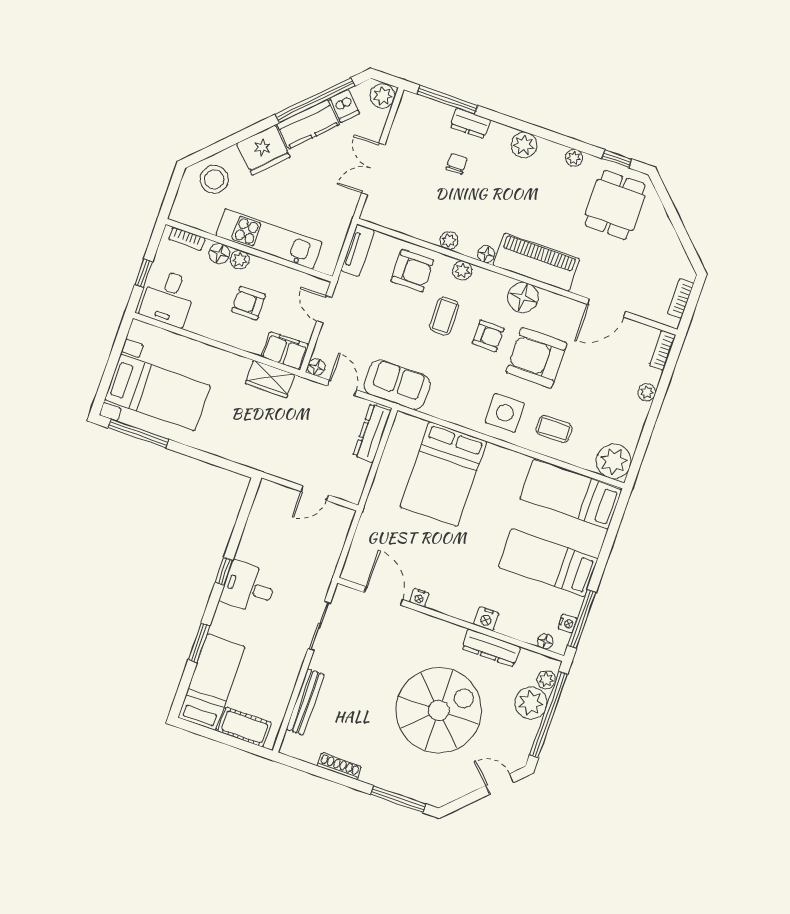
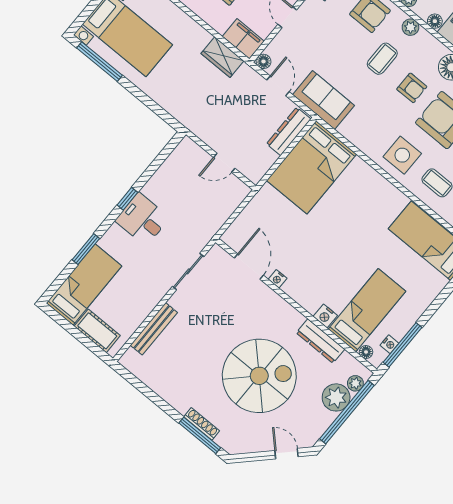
bed: (443, 474) -> (311, 167), moved
bed: (548, 563) -> (367, 310), moved, turned 90
shoe rack: (339, 766) -> (202, 424), moved

